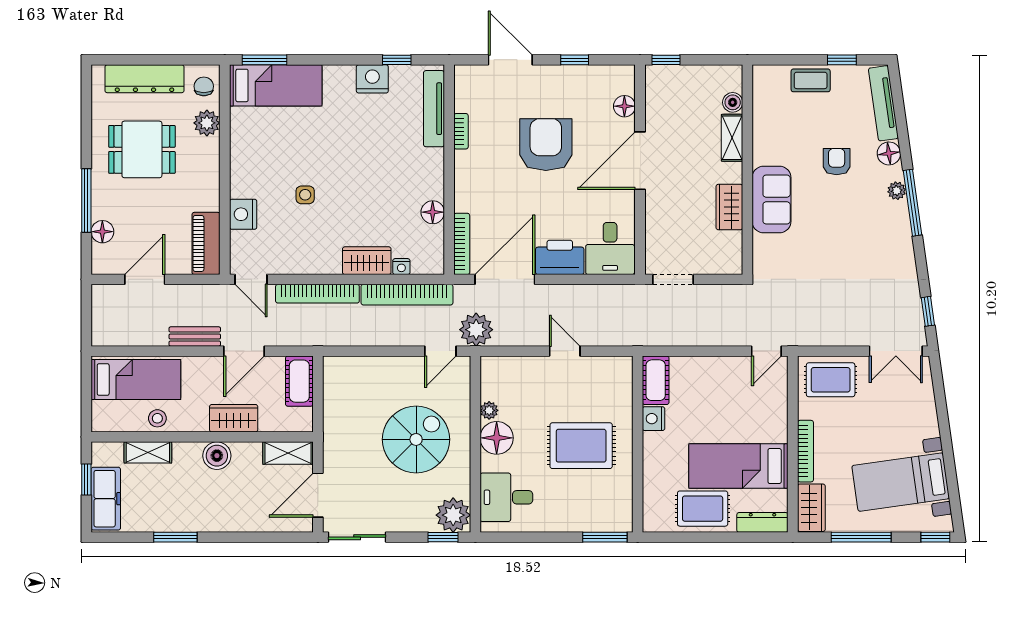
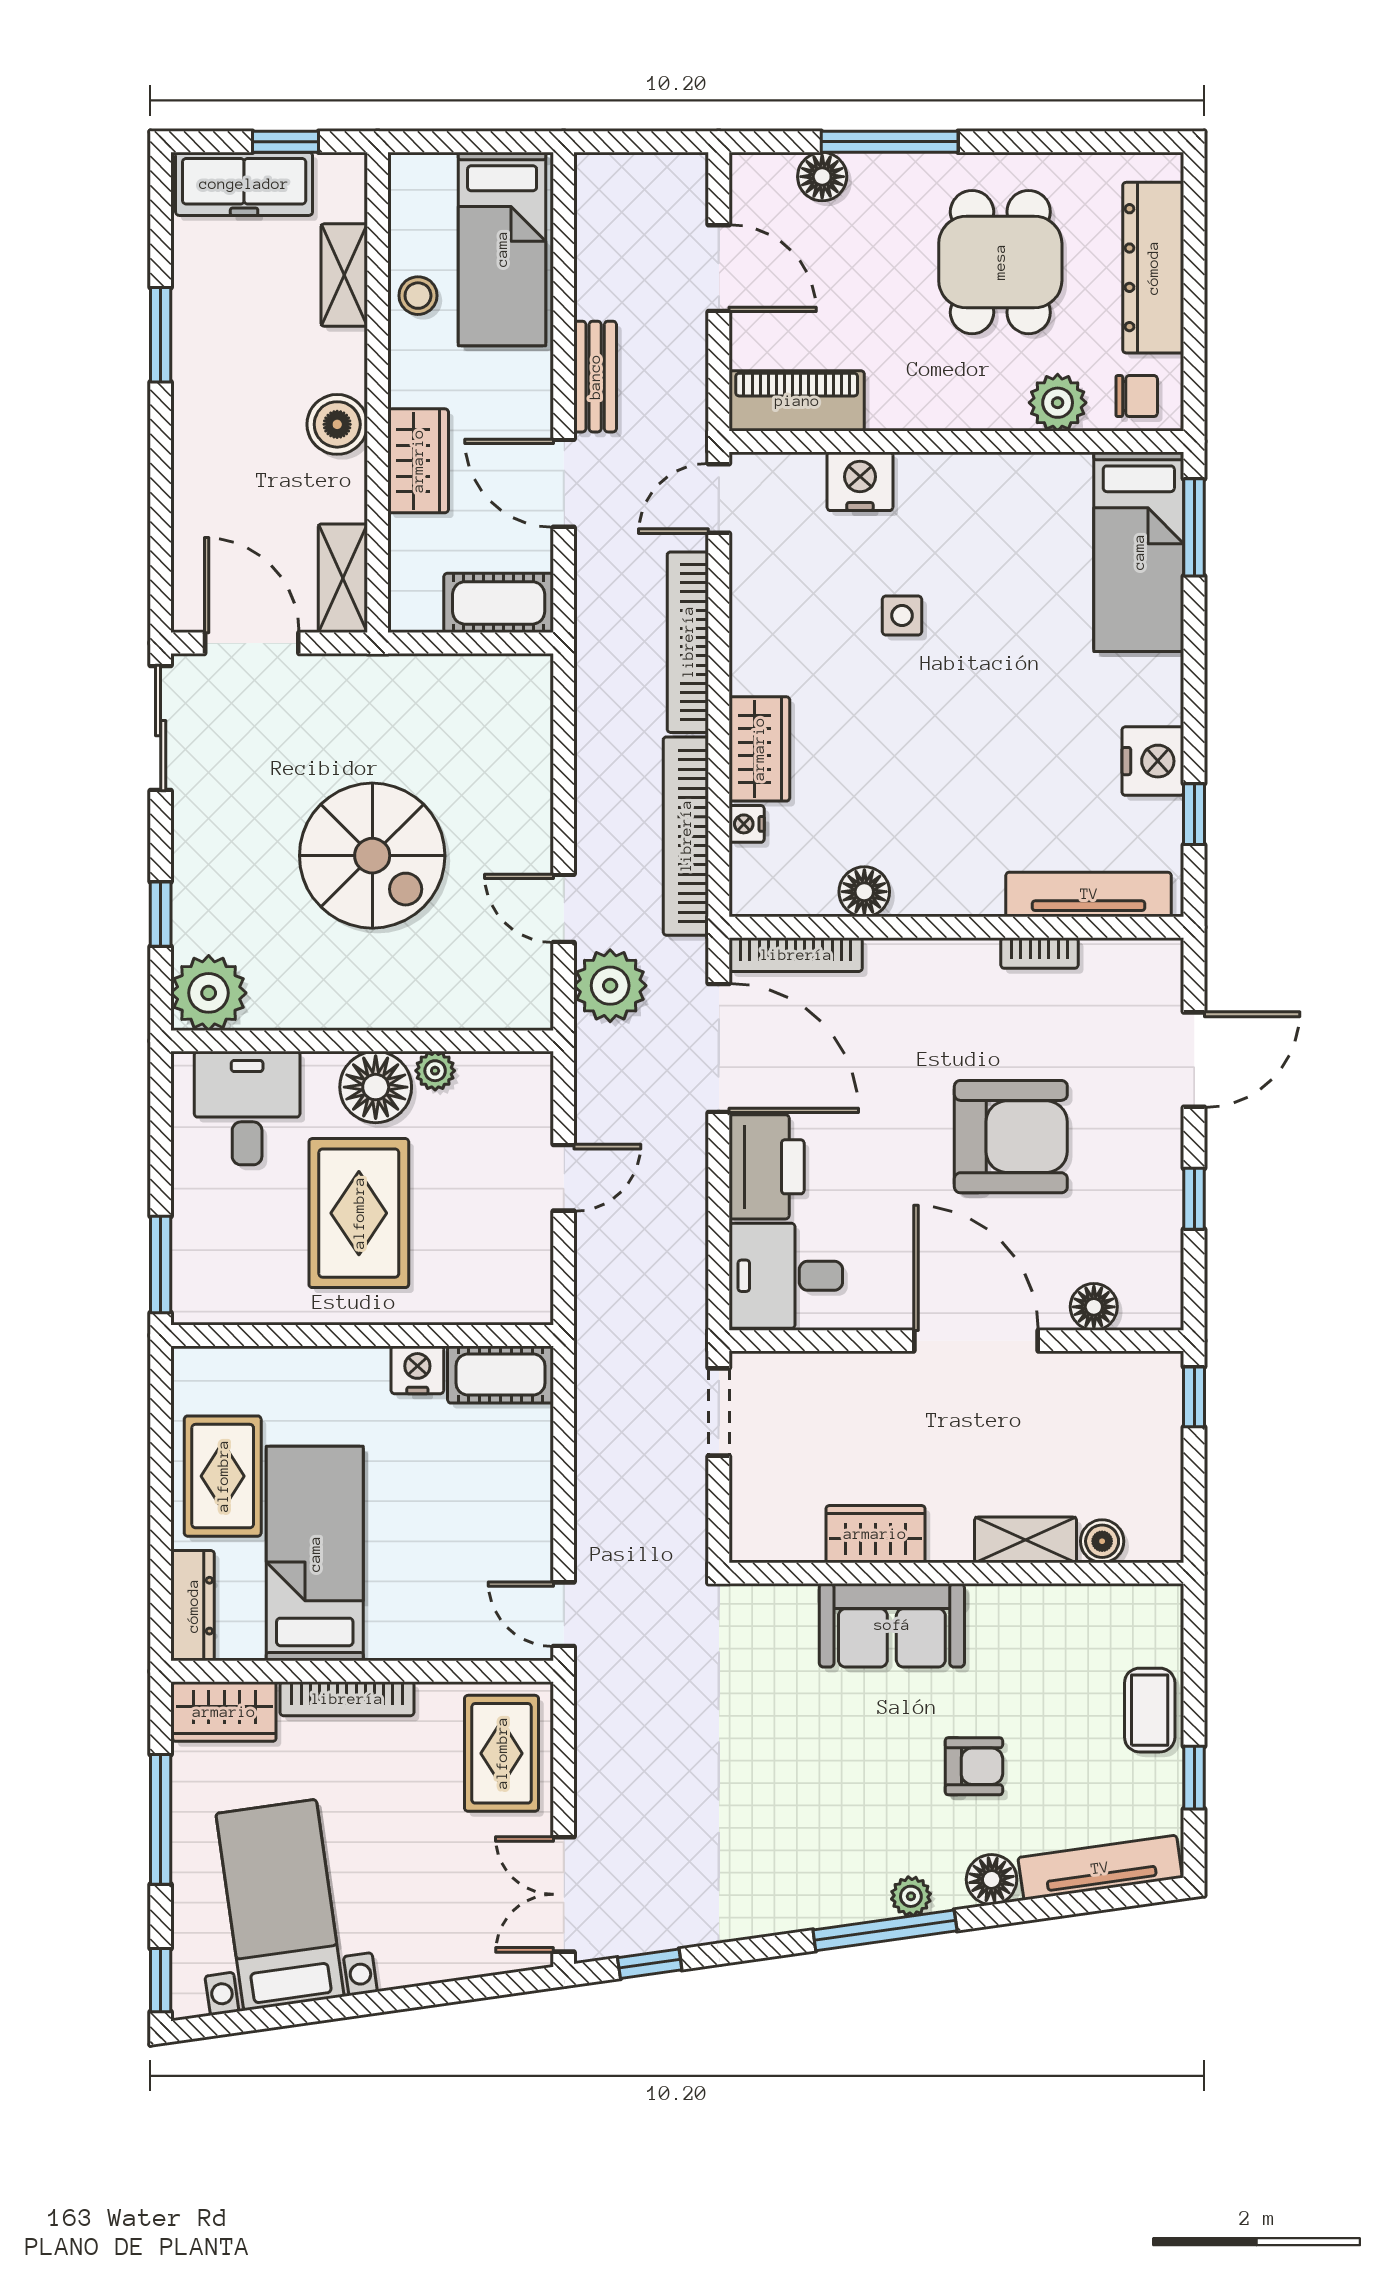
plant: (489, 410) -> (435, 1071), moved
floor lamp: (497, 438) -> (376, 1087), moved
wall: (475, 444) -> (362, 1041), moved
desk: (506, 497) -> (247, 1108), moved
plant: (453, 515) -> (209, 993), moved

